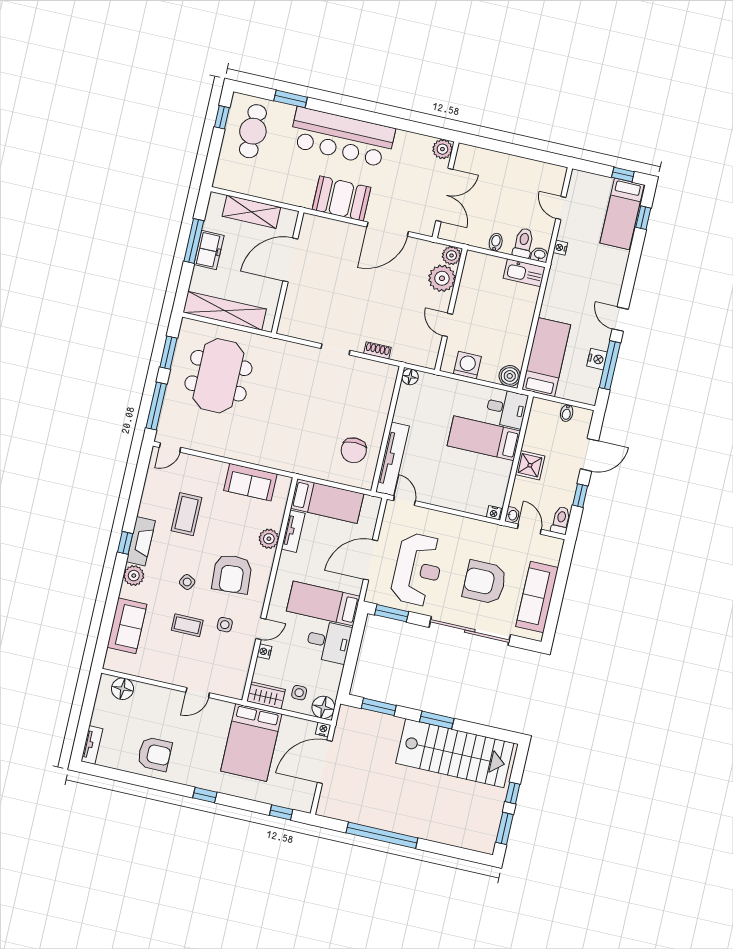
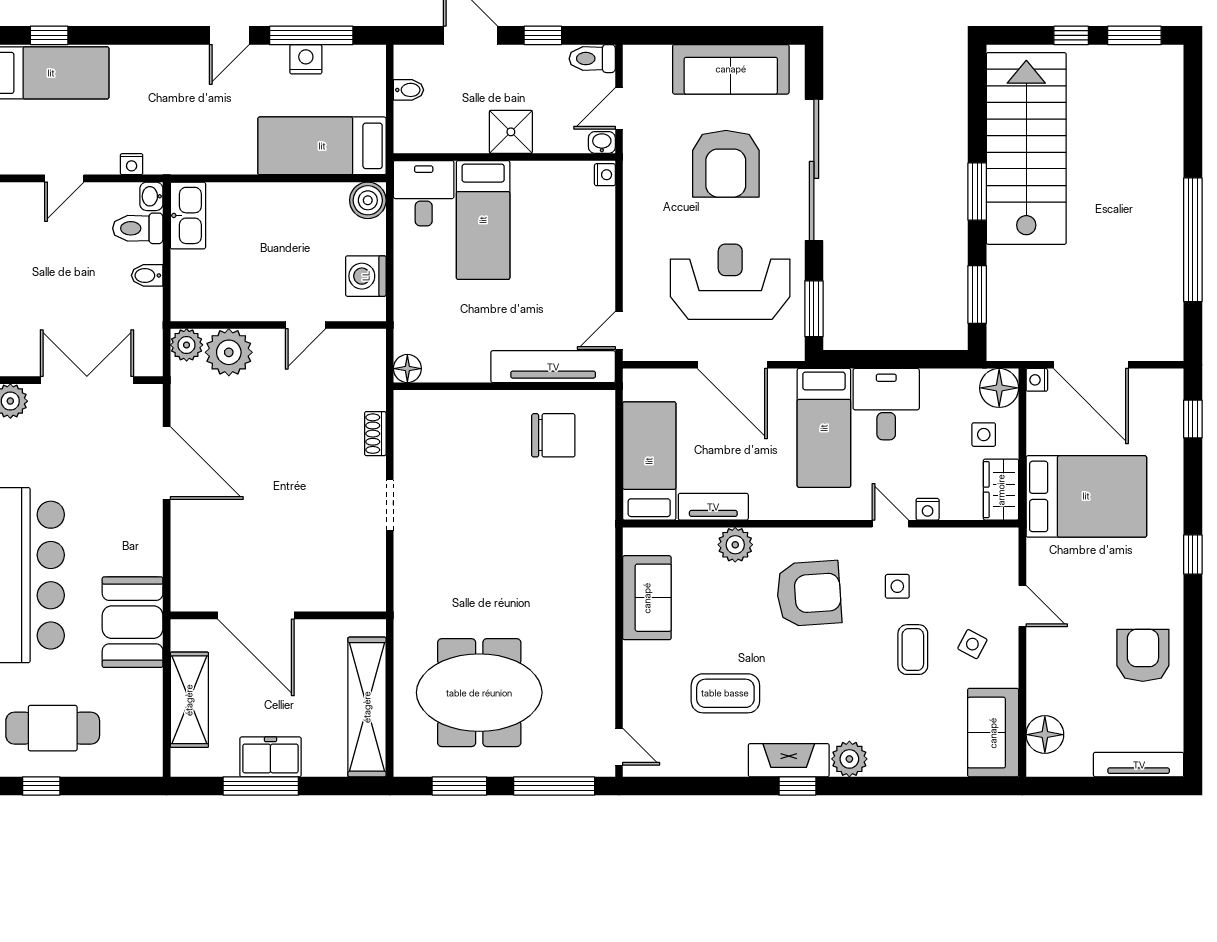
booth: (341, 199) -> (133, 622), moved
side table: (187, 582) -> (972, 644), moved
sofa: (127, 626) -> (993, 733), moved, turned -90
tv unit: (92, 745) -> (1139, 765), width x1.41

